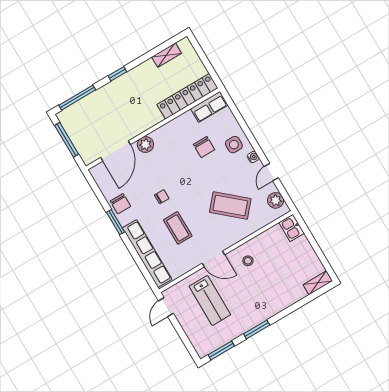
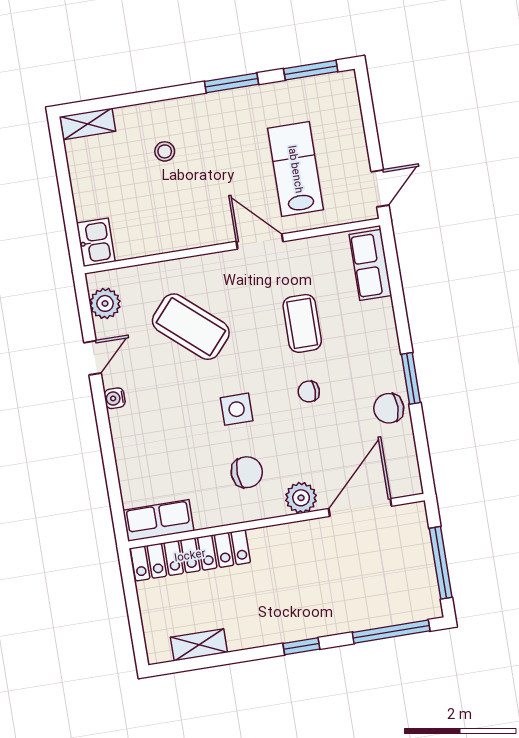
side table: (234, 145) -> (237, 409), moved
chair: (204, 147) -> (247, 472), moved, turned 87
chair: (120, 204) -> (389, 408), turned -90
row of seats: (147, 254) -> (370, 265), width x0.50
stool: (248, 261) -> (165, 151), moved

